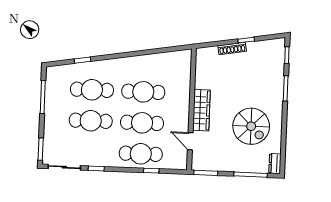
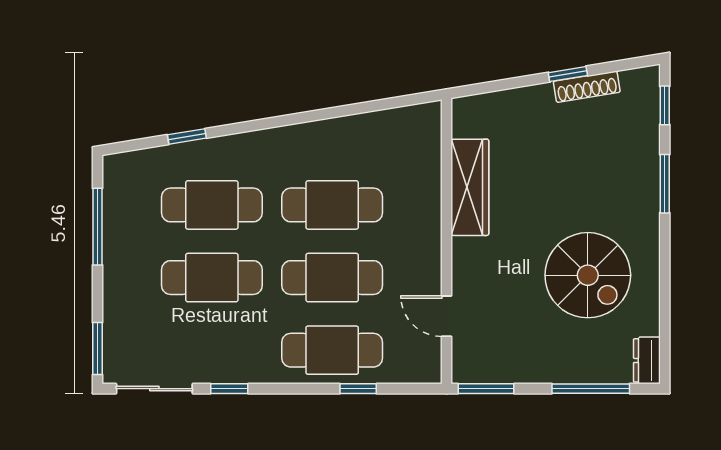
shoe rack: (232, 48) -> (587, 87), moved
wardrobe: (201, 110) -> (470, 187), moved

